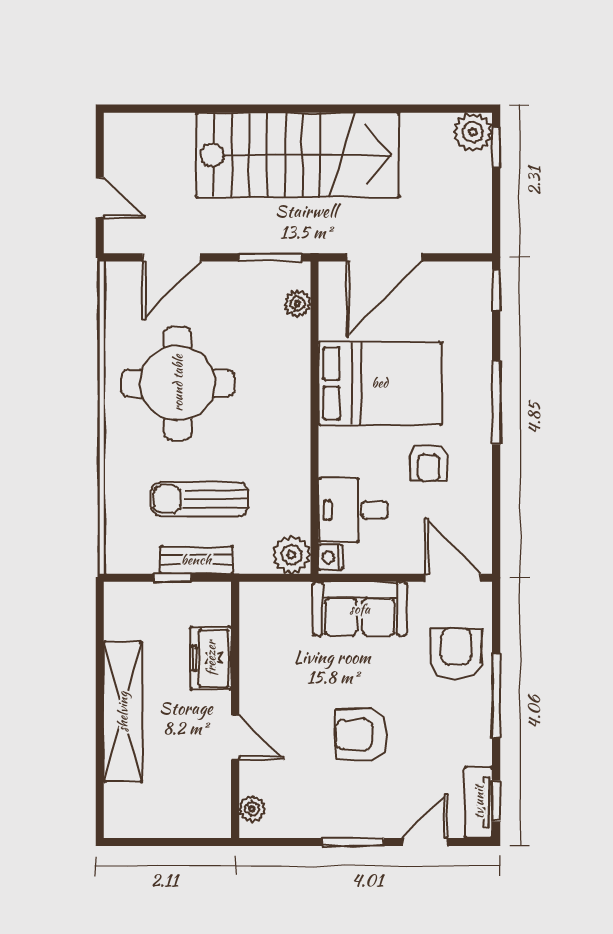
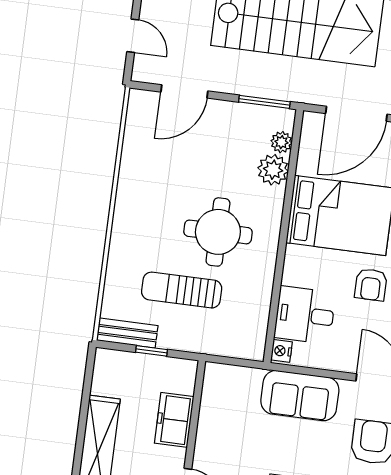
round table: (178, 383) -> (218, 232), moved, width x0.73, depth x0.73
plant: (291, 555) -> (273, 170), moved
bench: (196, 560) -> (127, 333), moved

